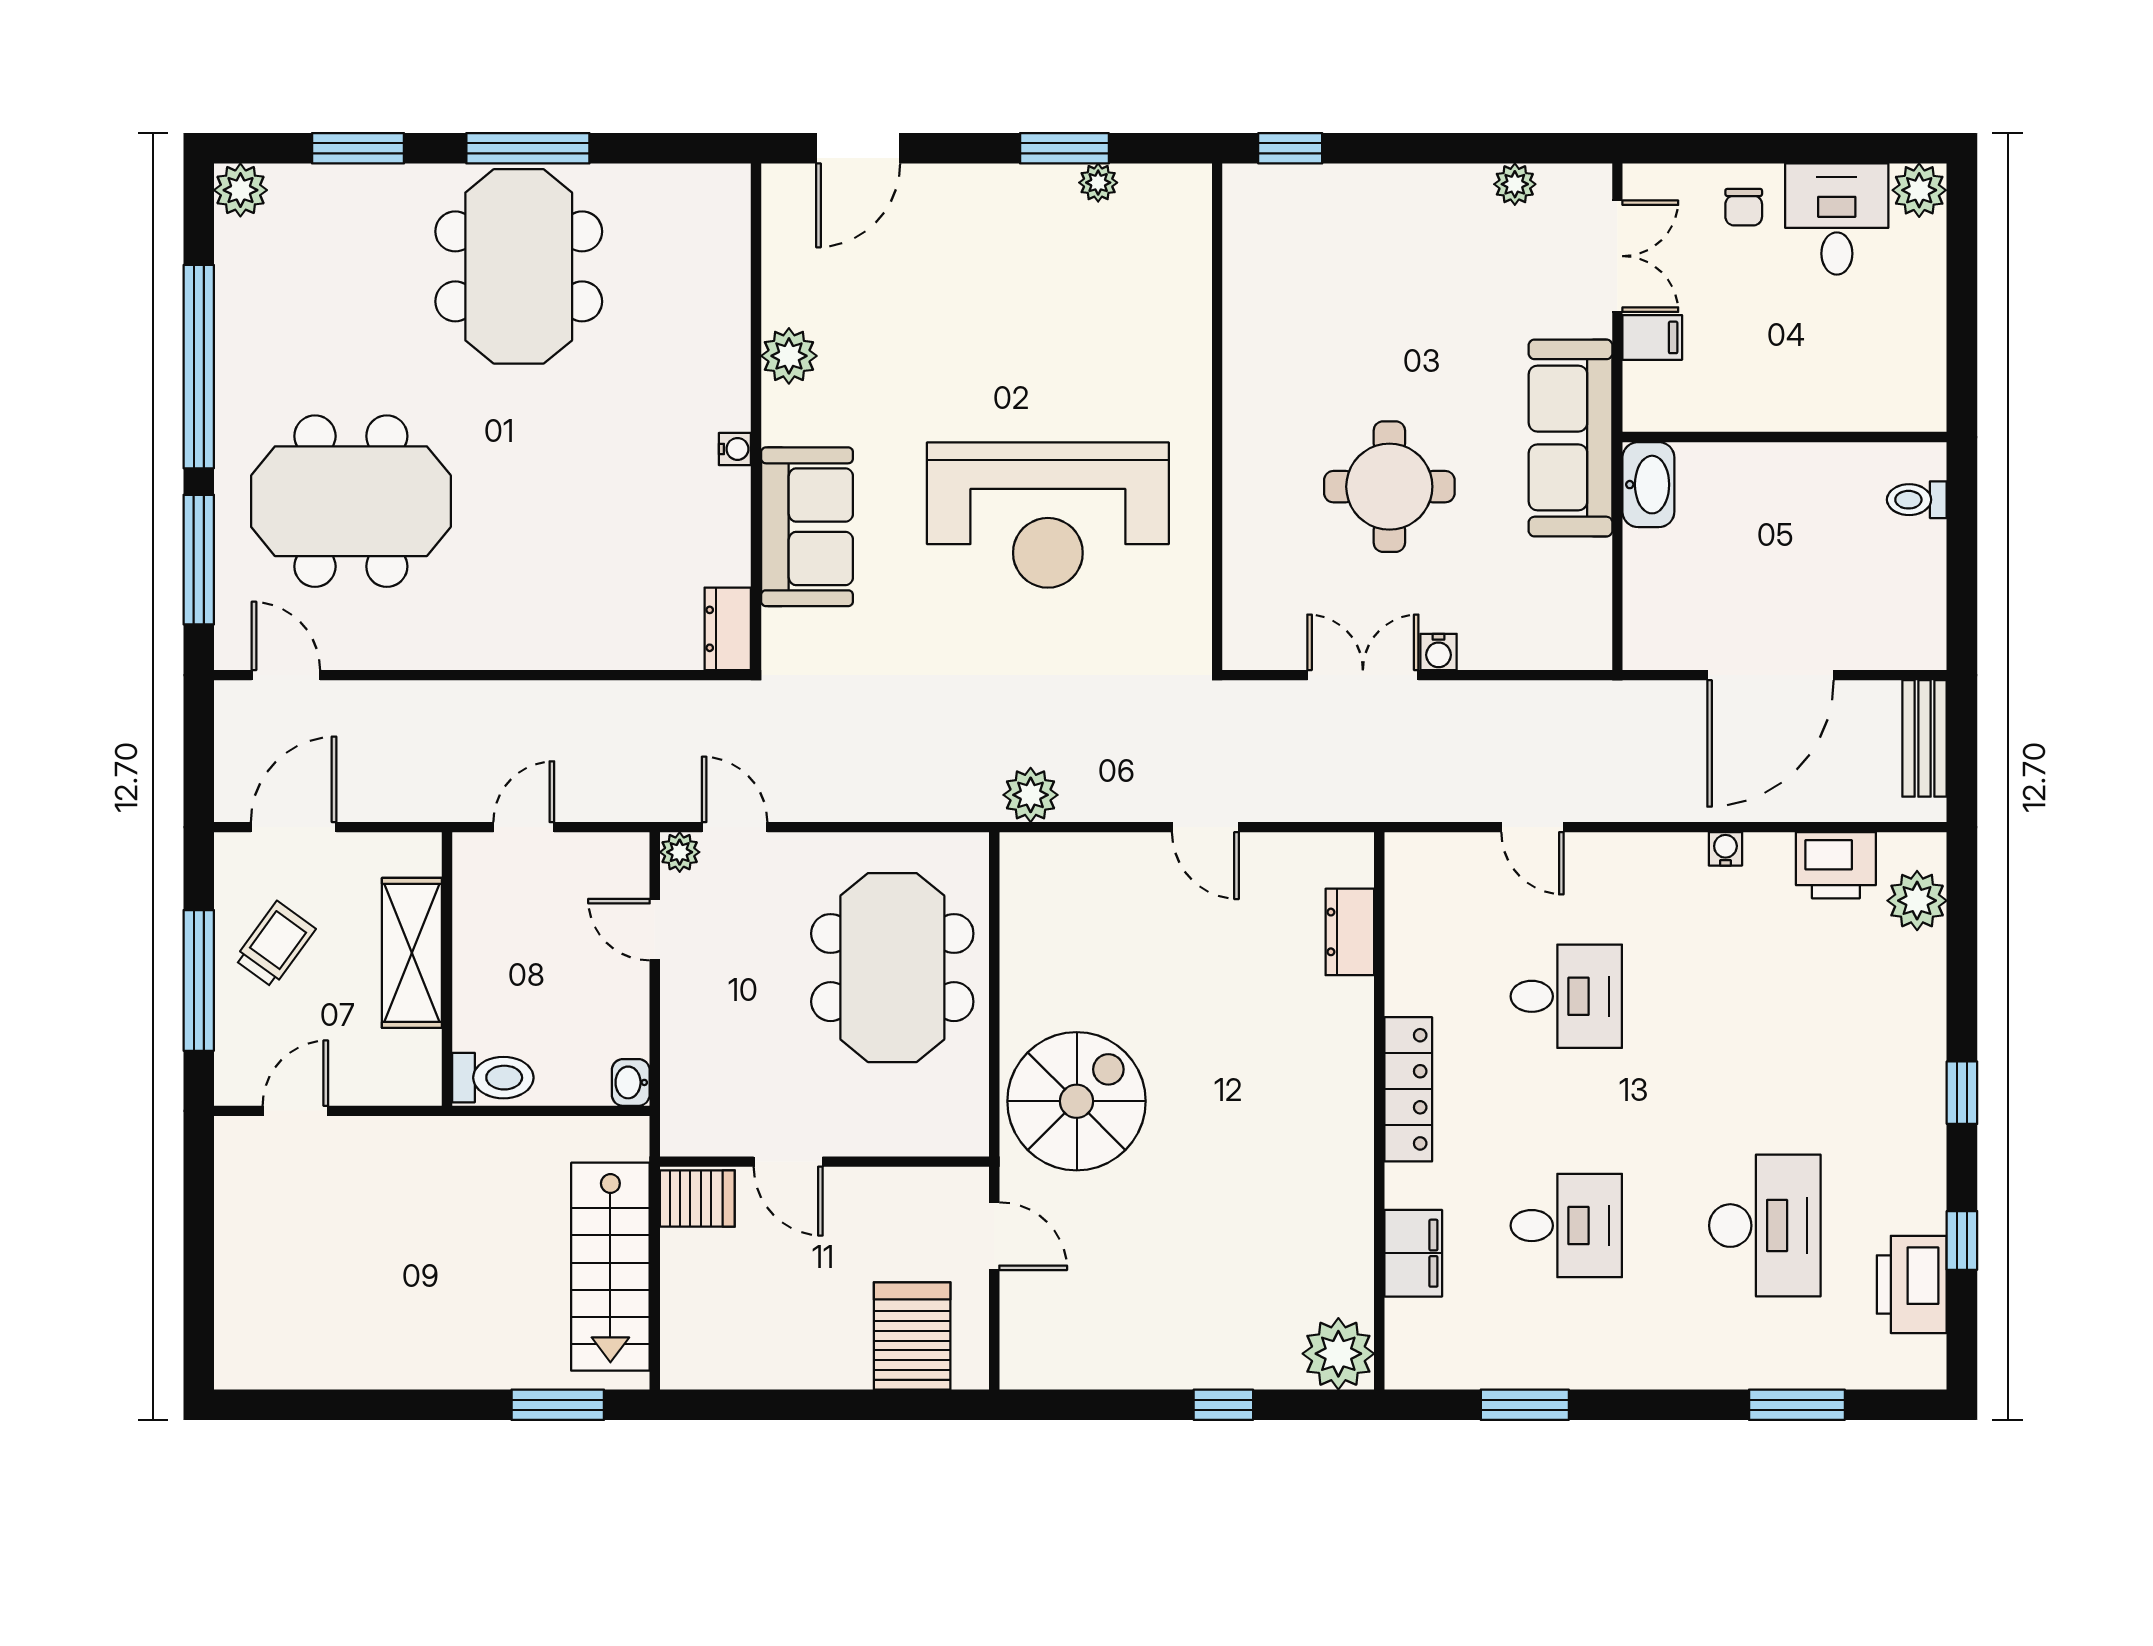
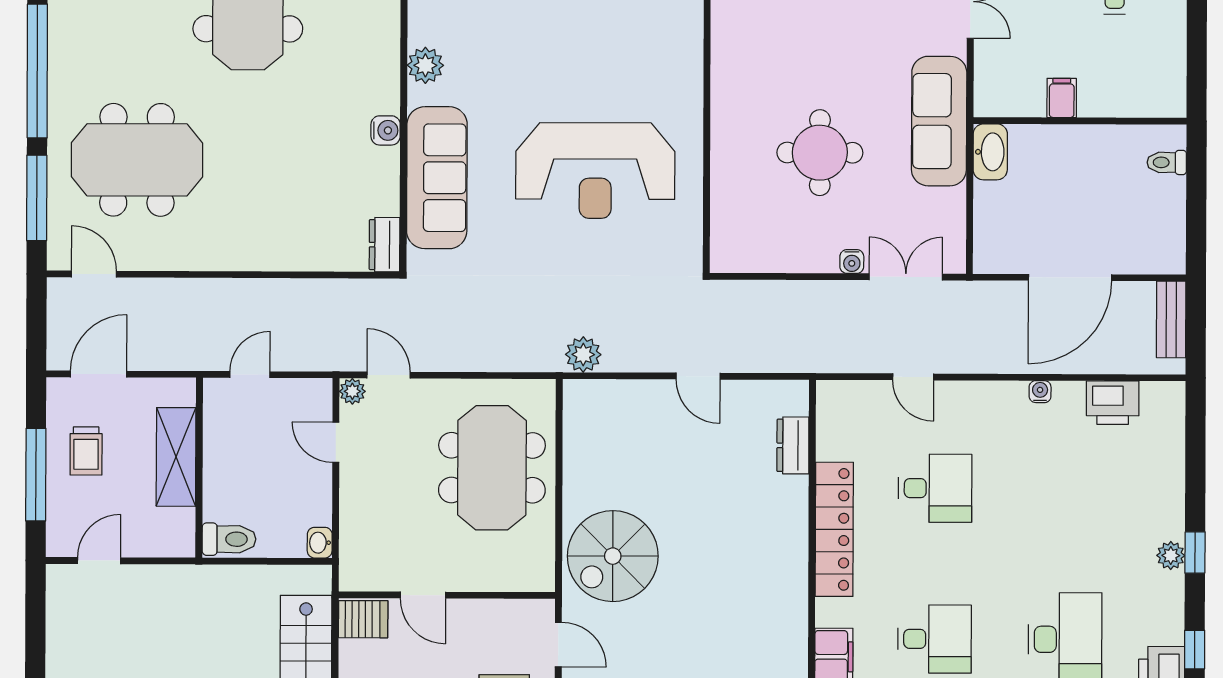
filing cabinet: (1652, 337) -> (1062, 98), moved, turned -90
water cooler: (735, 449) -> (386, 130), width x1.38, depth x1.38
sofa: (807, 527) -> (437, 178), width x1.36
double door: (1363, 675) -> (906, 277), moved
plant: (1917, 901) -> (1171, 555), moved, width x0.73, depth x0.73
trolley: (275, 944) -> (86, 451), turned 144
locker: (1408, 1089) -> (834, 529), width x1.41, depth x1.21
spiral stairs: (1077, 1101) -> (613, 556), turned 180

